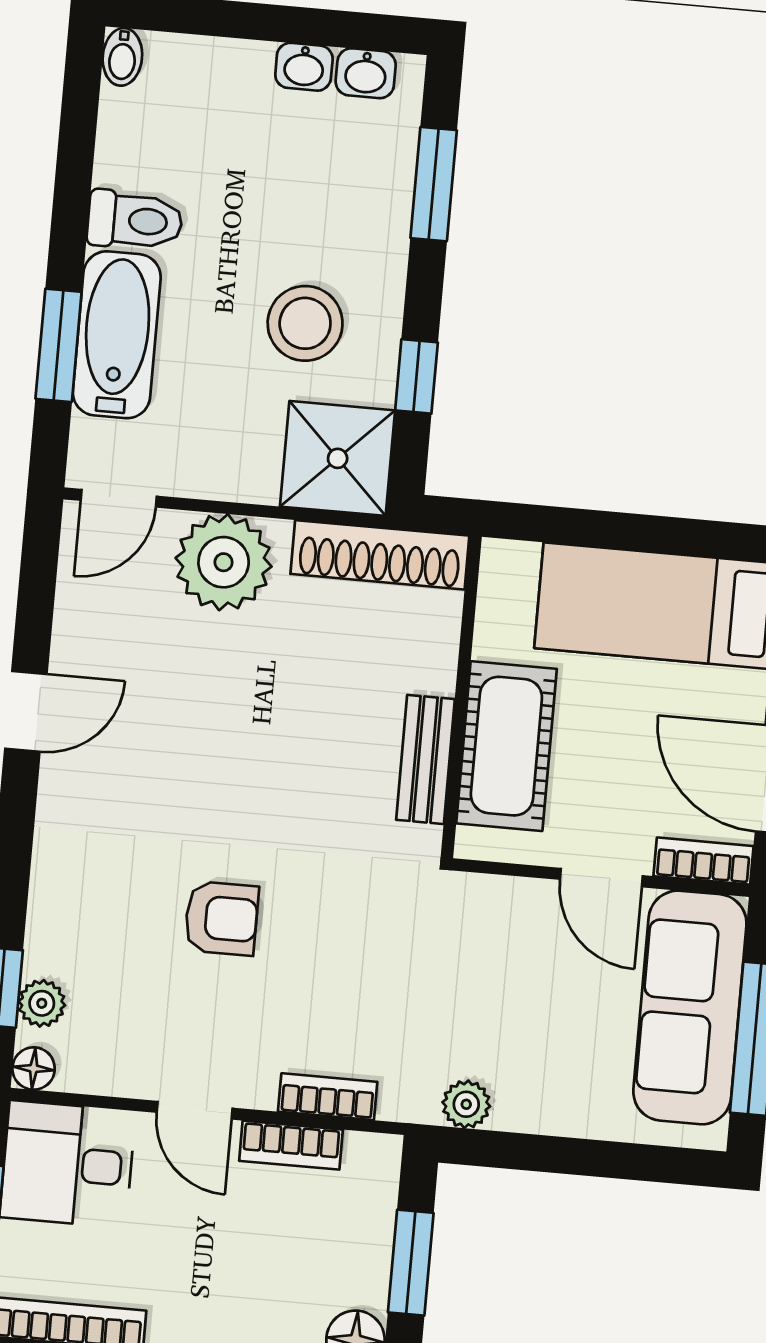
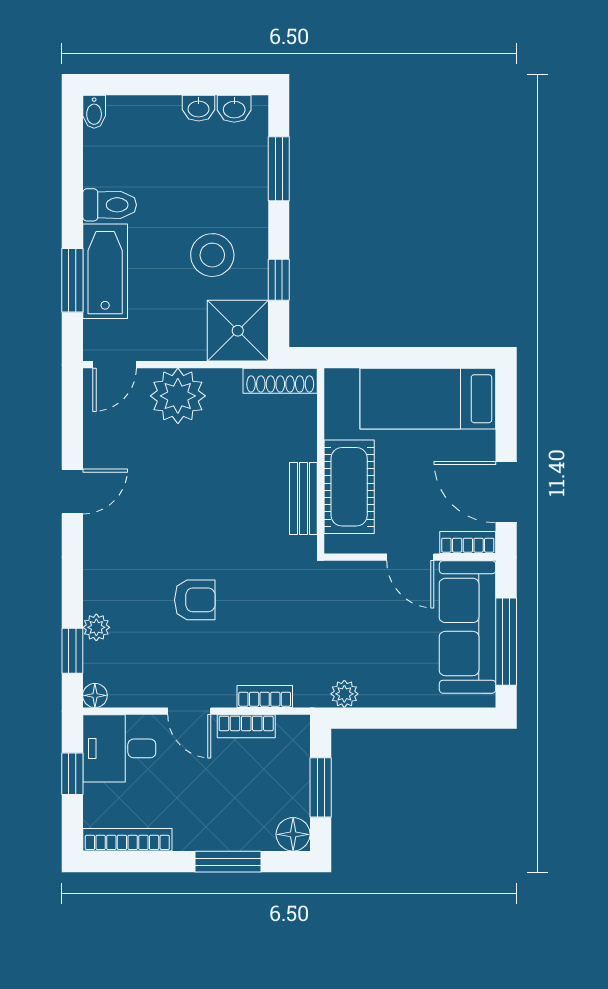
shoe rack: (380, 555) -> (280, 381), width x0.74, depth x0.81
plant: (42, 1003) -> (96, 627), moved

